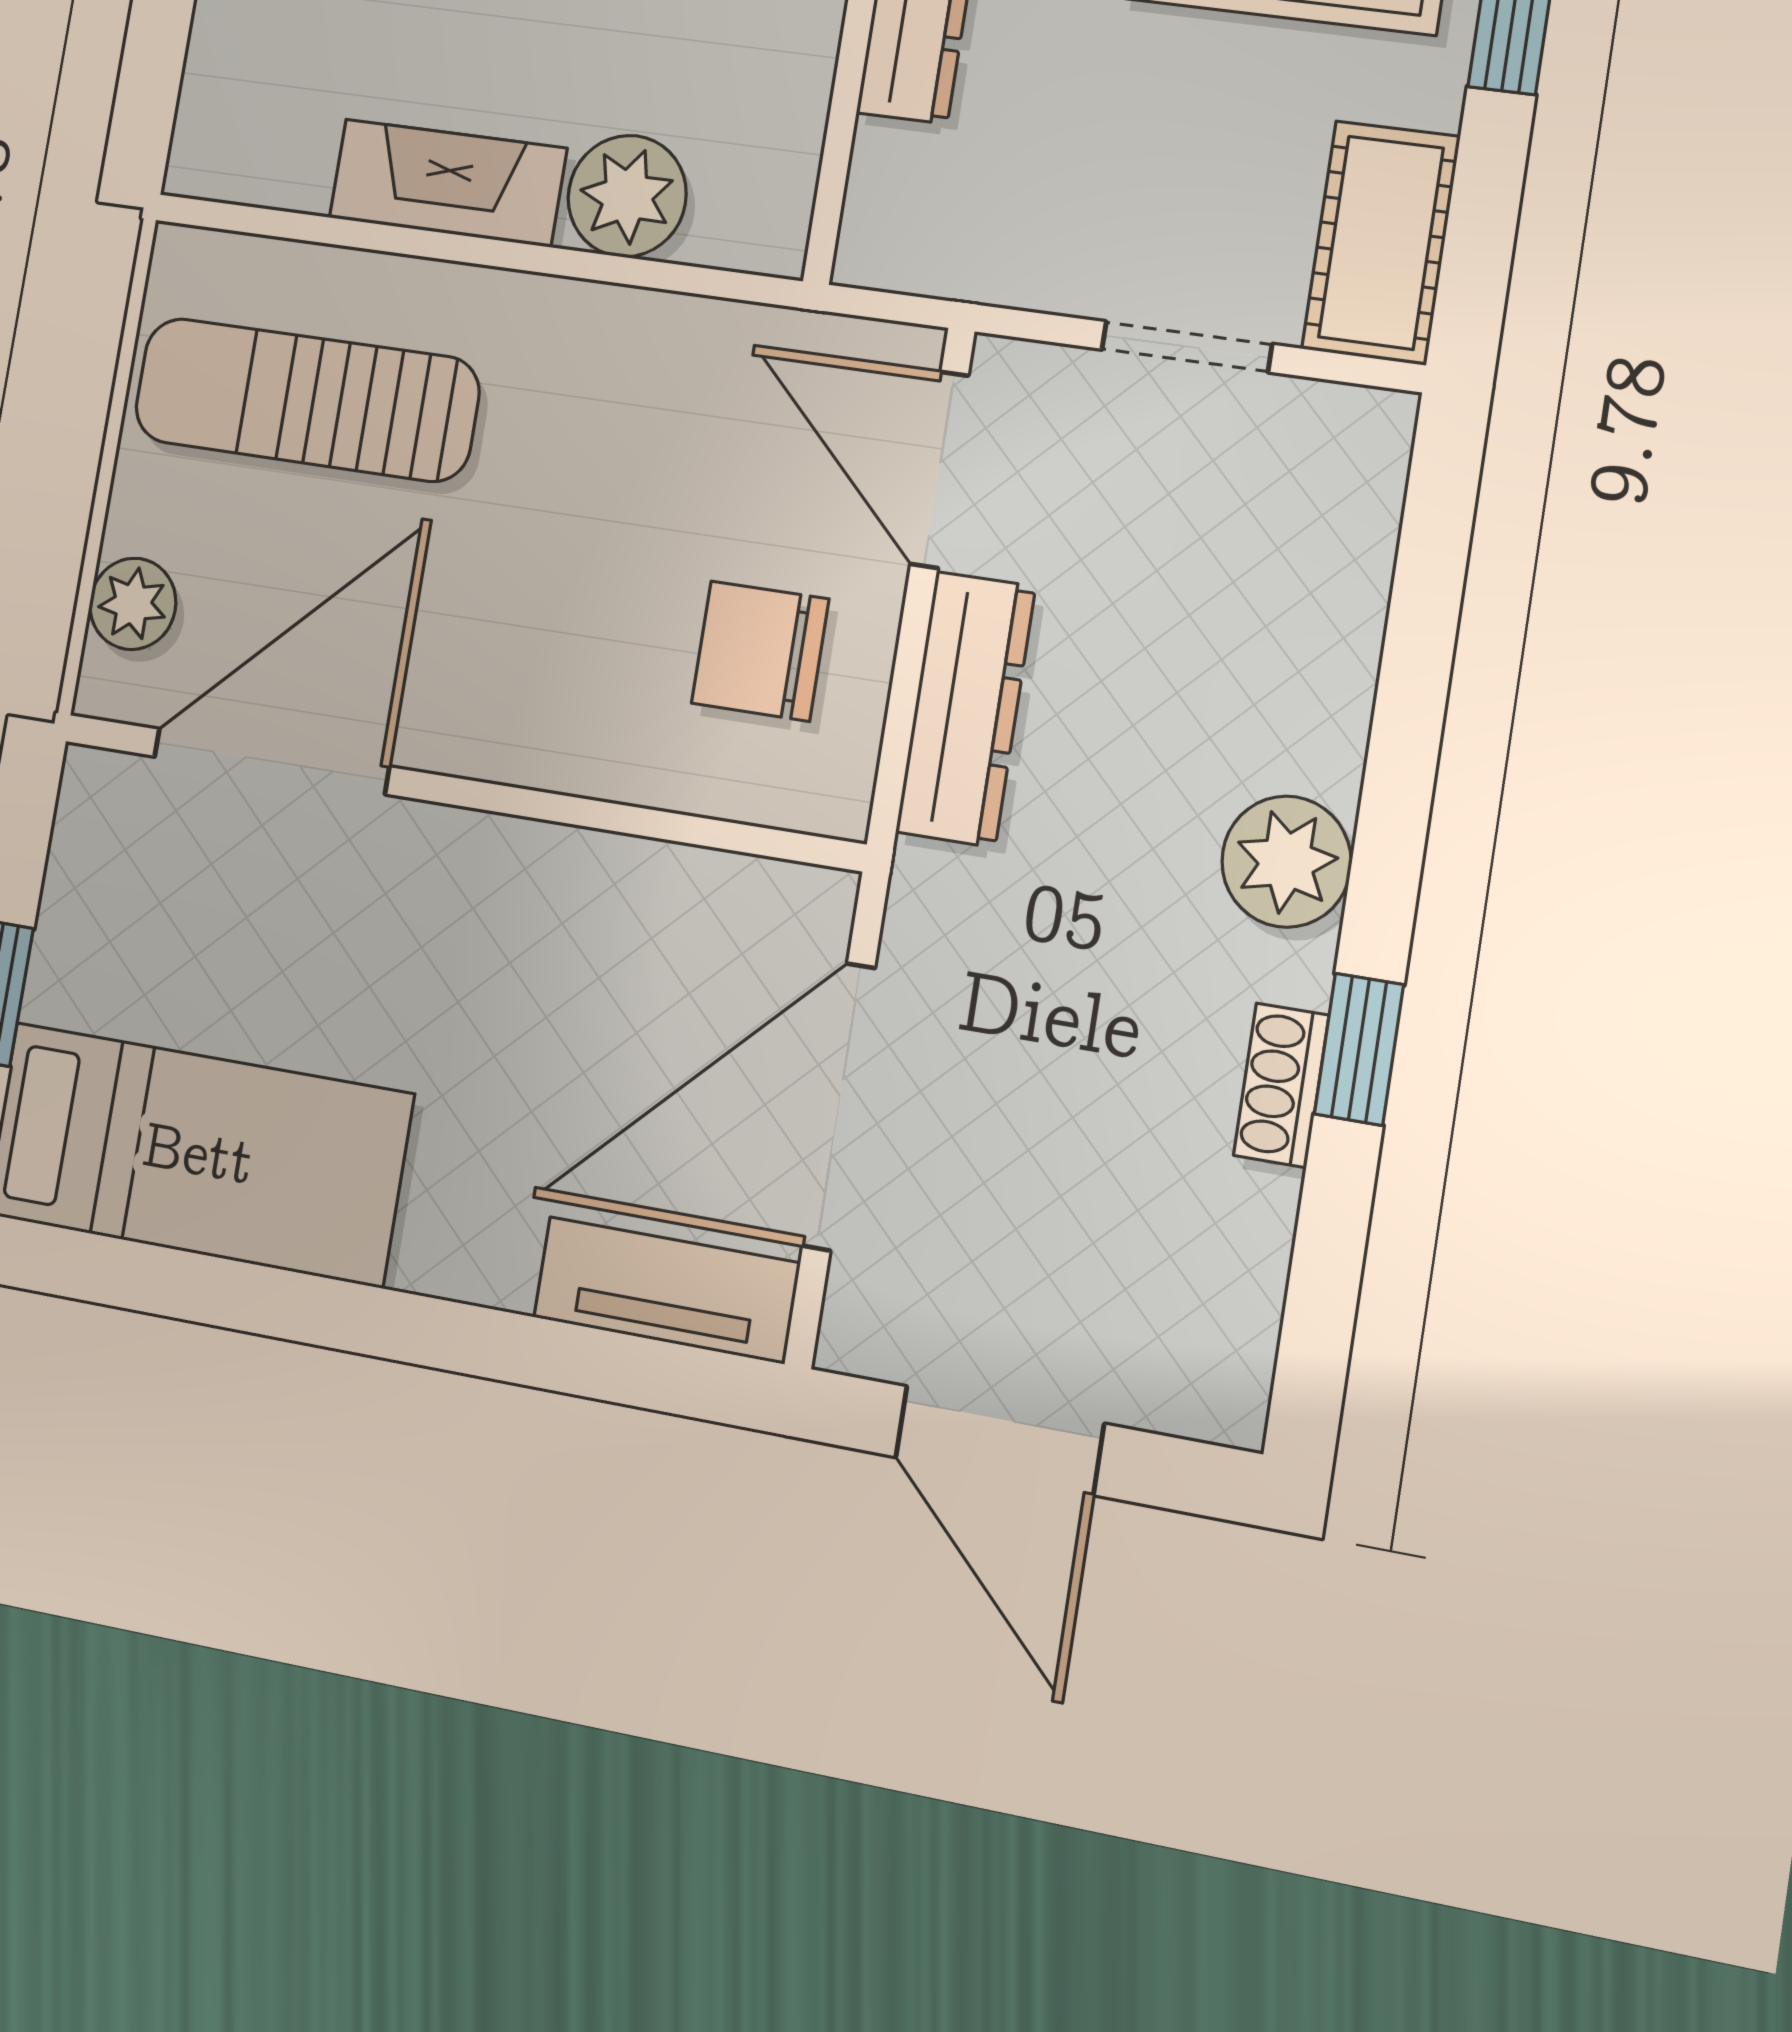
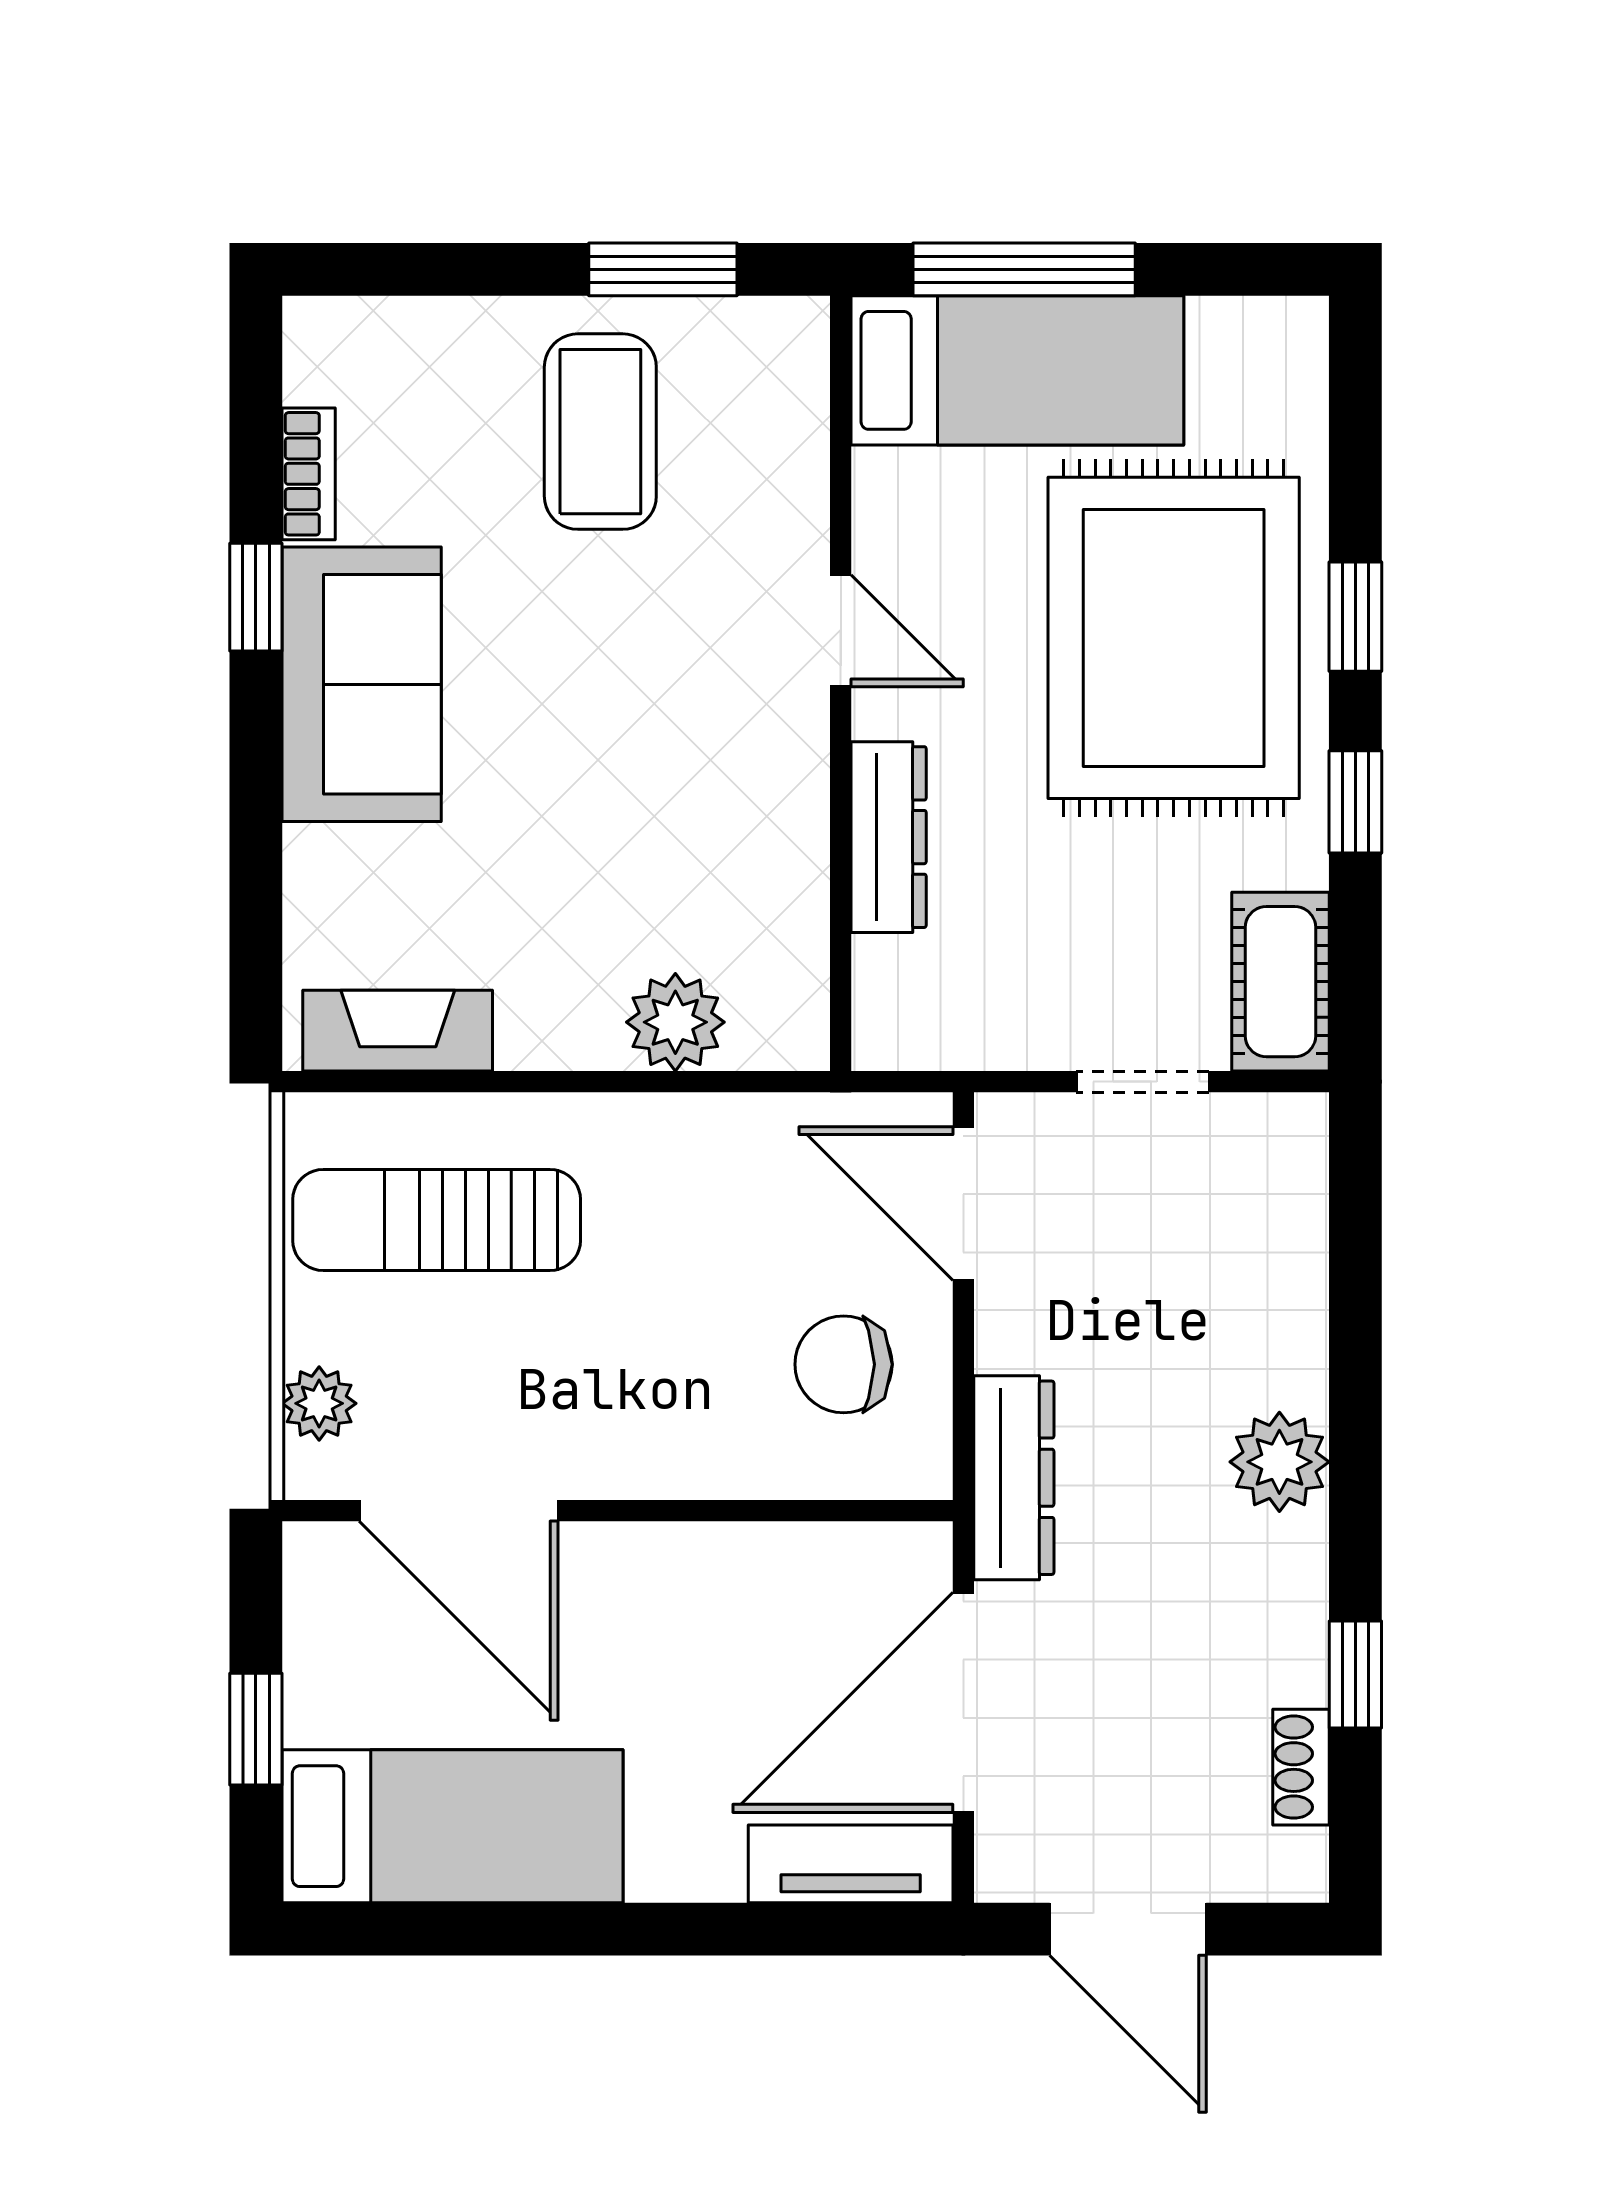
fireplace: (448, 183) -> (398, 1031), moved
dresser: (966, 709) -> (1014, 1478), moved
door: (271, 761) -> (459, 1511), swing flipped
window: (1359, 1049) -> (1355, 1675), moved
shoe rack: (1281, 1085) -> (1301, 1767), moved

